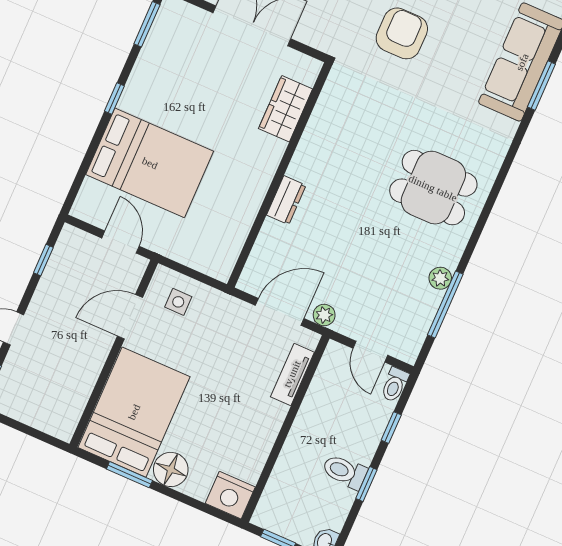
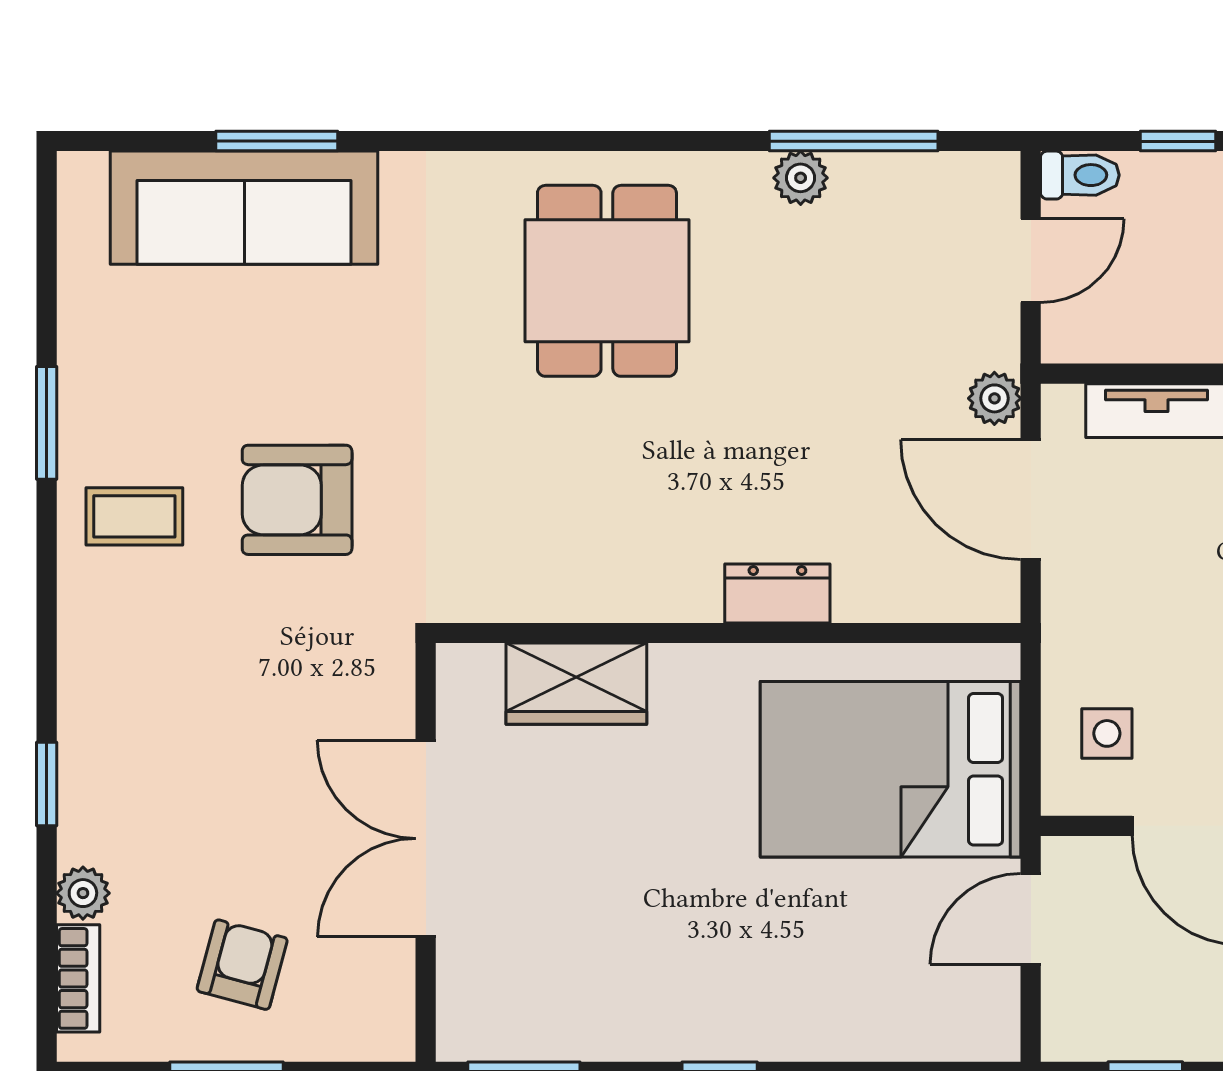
bed: (150, 163) -> (891, 769), moved, turned -90

